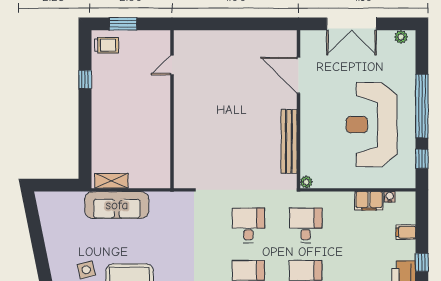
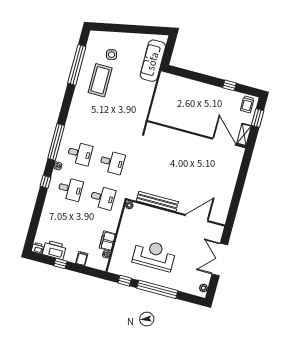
door: (172, 65) -> (224, 142), width x1.88
reception desk: (372, 125) -> (154, 255), width x0.74, depth x0.77
shelving: (111, 181) -> (244, 135), moved
sofa: (117, 205) -> (153, 61), moved

